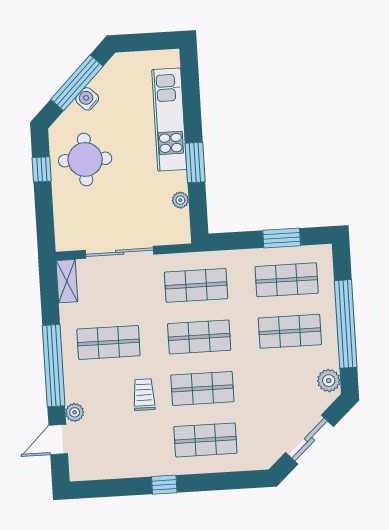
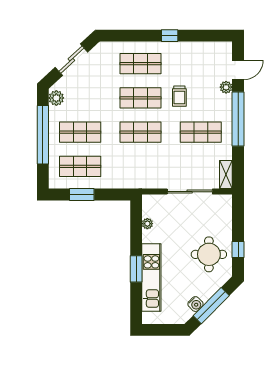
water cooler: (87, 99) -> (195, 304), moved
window: (195, 163) -> (136, 269), moved
shop shelf: (196, 285) -> (140, 166), removed

